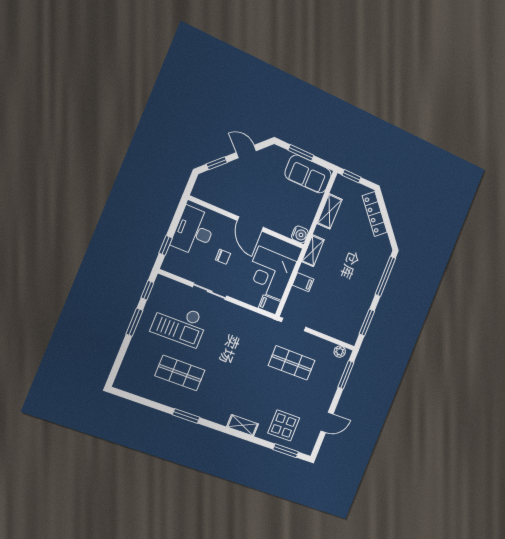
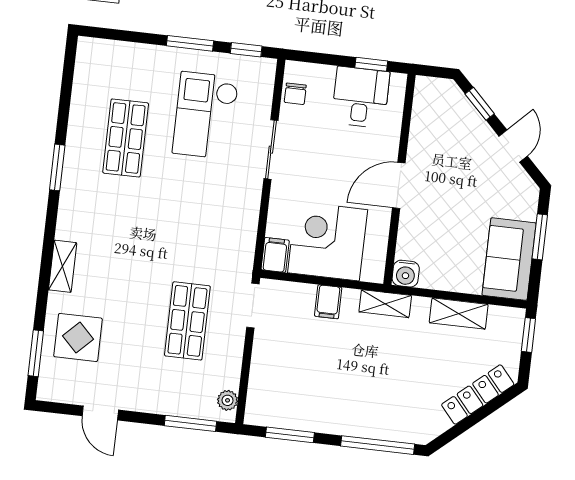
desk: (194, 231) -> (361, 97), width x0.73
window: (166, 246) -> (371, 64), moved
chair: (223, 257) -> (295, 94), moved

